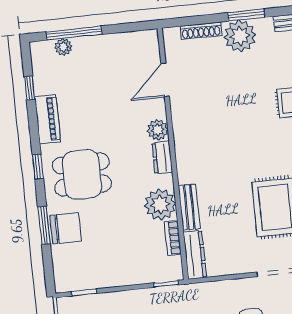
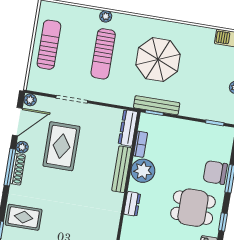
plant: (158, 130) -> (130, 225), removed
bench: (189, 207) -> (122, 169), width x1.36
bench: (166, 295) -> (157, 105), added

